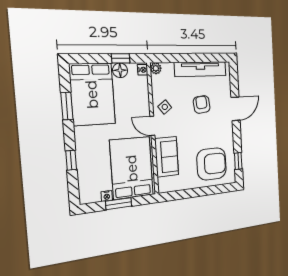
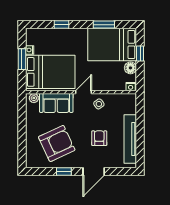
window: (121, 58) -> (140, 53), moved
plant: (156, 68) -> (34, 98), moved
armchair: (202, 104) -> (99, 138), turned -84
door: (236, 109) -> (94, 172), hinge flipped
window: (238, 161) -> (64, 172), moved
armchair: (212, 164) -> (57, 143), moved, turned -115

